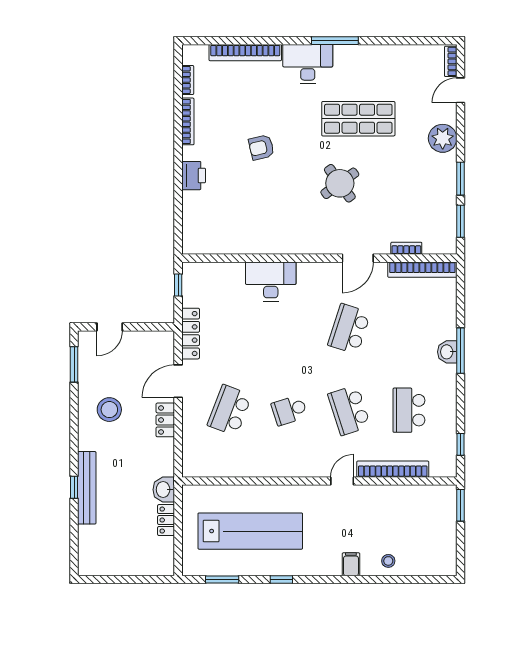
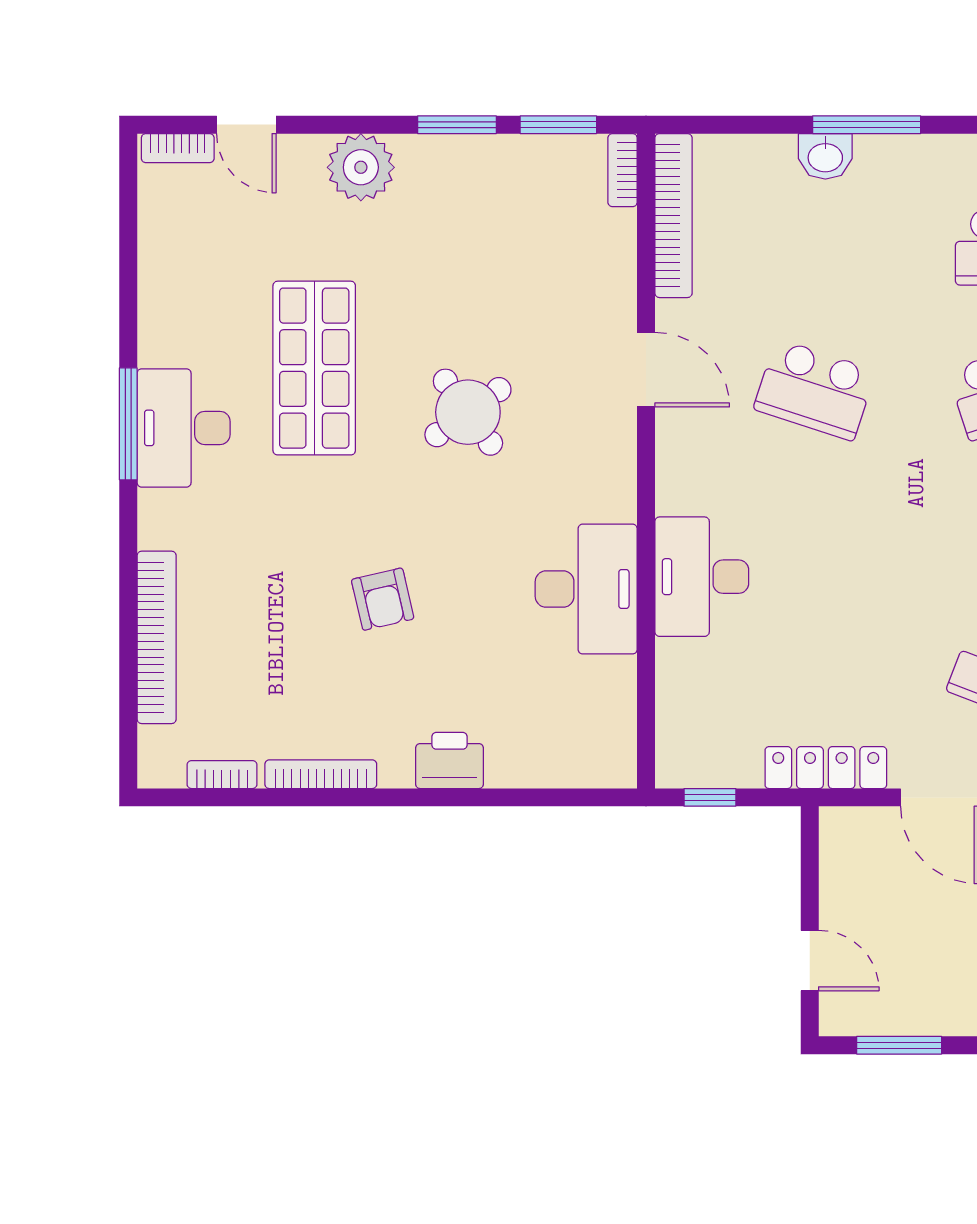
desk: (308, 64) -> (184, 428), moved
desk: (266, 233) -> (586, 589), added
bookcase: (406, 248) -> (623, 170), moved
washbasin: (447, 352) -> (825, 156), moved

